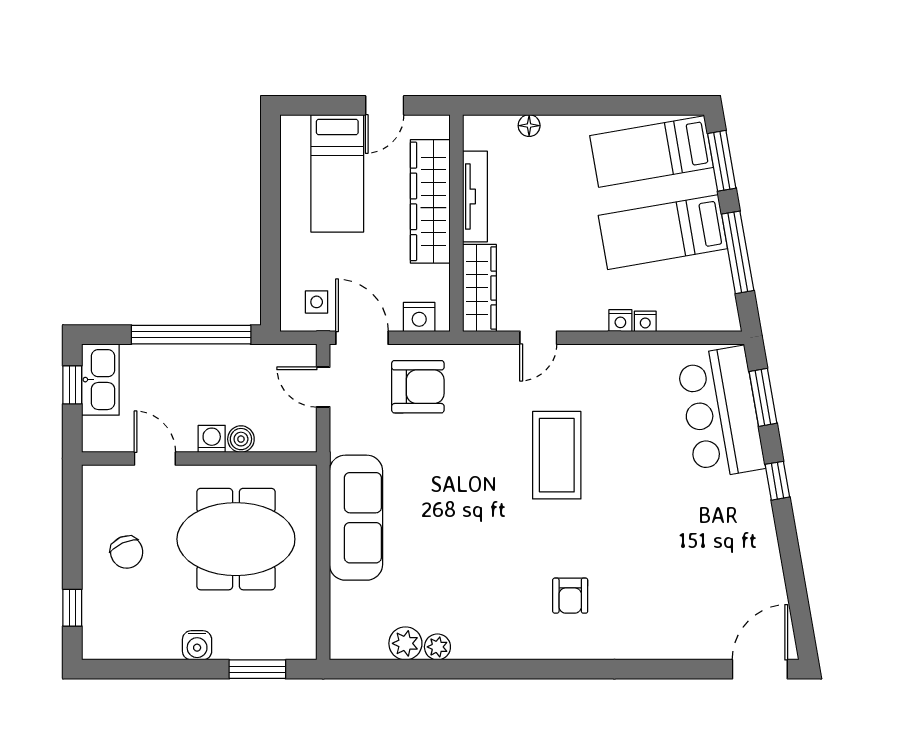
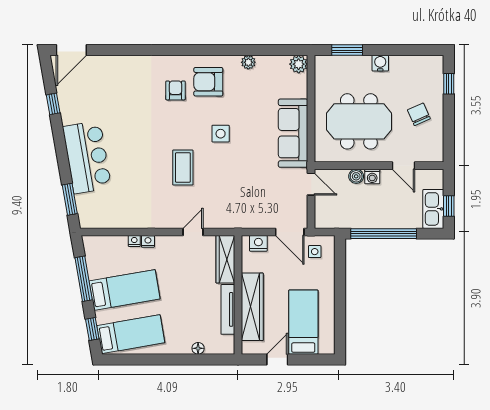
window: (722, 161) -> (92, 329), width x0.67
door: (323, 387) -> (311, 184), moved
armchair: (418, 387) -> (208, 82), moved
bar counter: (721, 413) -> (87, 157), moved
coffee table: (557, 455) -> (183, 167), width x0.73, depth x0.76
window: (777, 481) -> (53, 104), moved
side table: (488, 517) -> (221, 134), added
plant: (405, 643) -> (299, 64), moved

